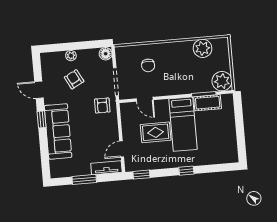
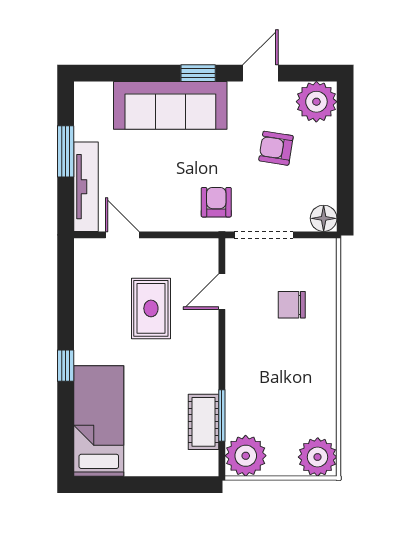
plant: (203, 48) -> (318, 457), moved
plant: (71, 56) -> (316, 102), moved, width x1.88, depth x1.88
armchair: (74, 79) -> (276, 148), turned -143
armchair: (102, 106) -> (216, 202), turned 90
bed: (183, 124) -> (99, 421), moved, turned 90
tv unit: (106, 168) -> (86, 187), width x1.41
window: (141, 175) -> (66, 271), removed

